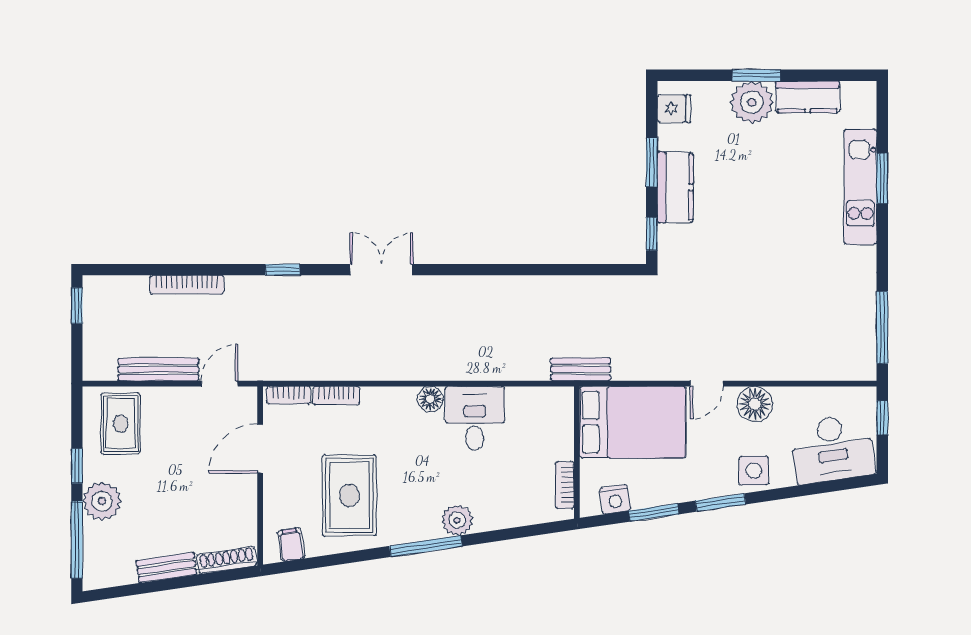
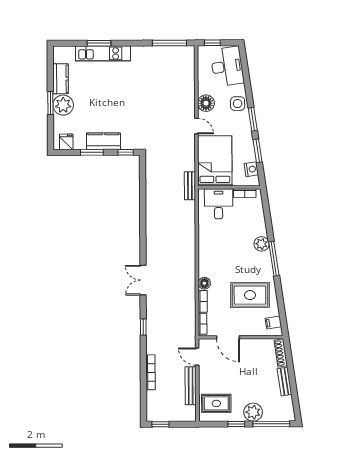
floor lamp: (430, 399) -> (204, 283), moved
desk: (475, 418) -> (219, 204), moved, turned 90

